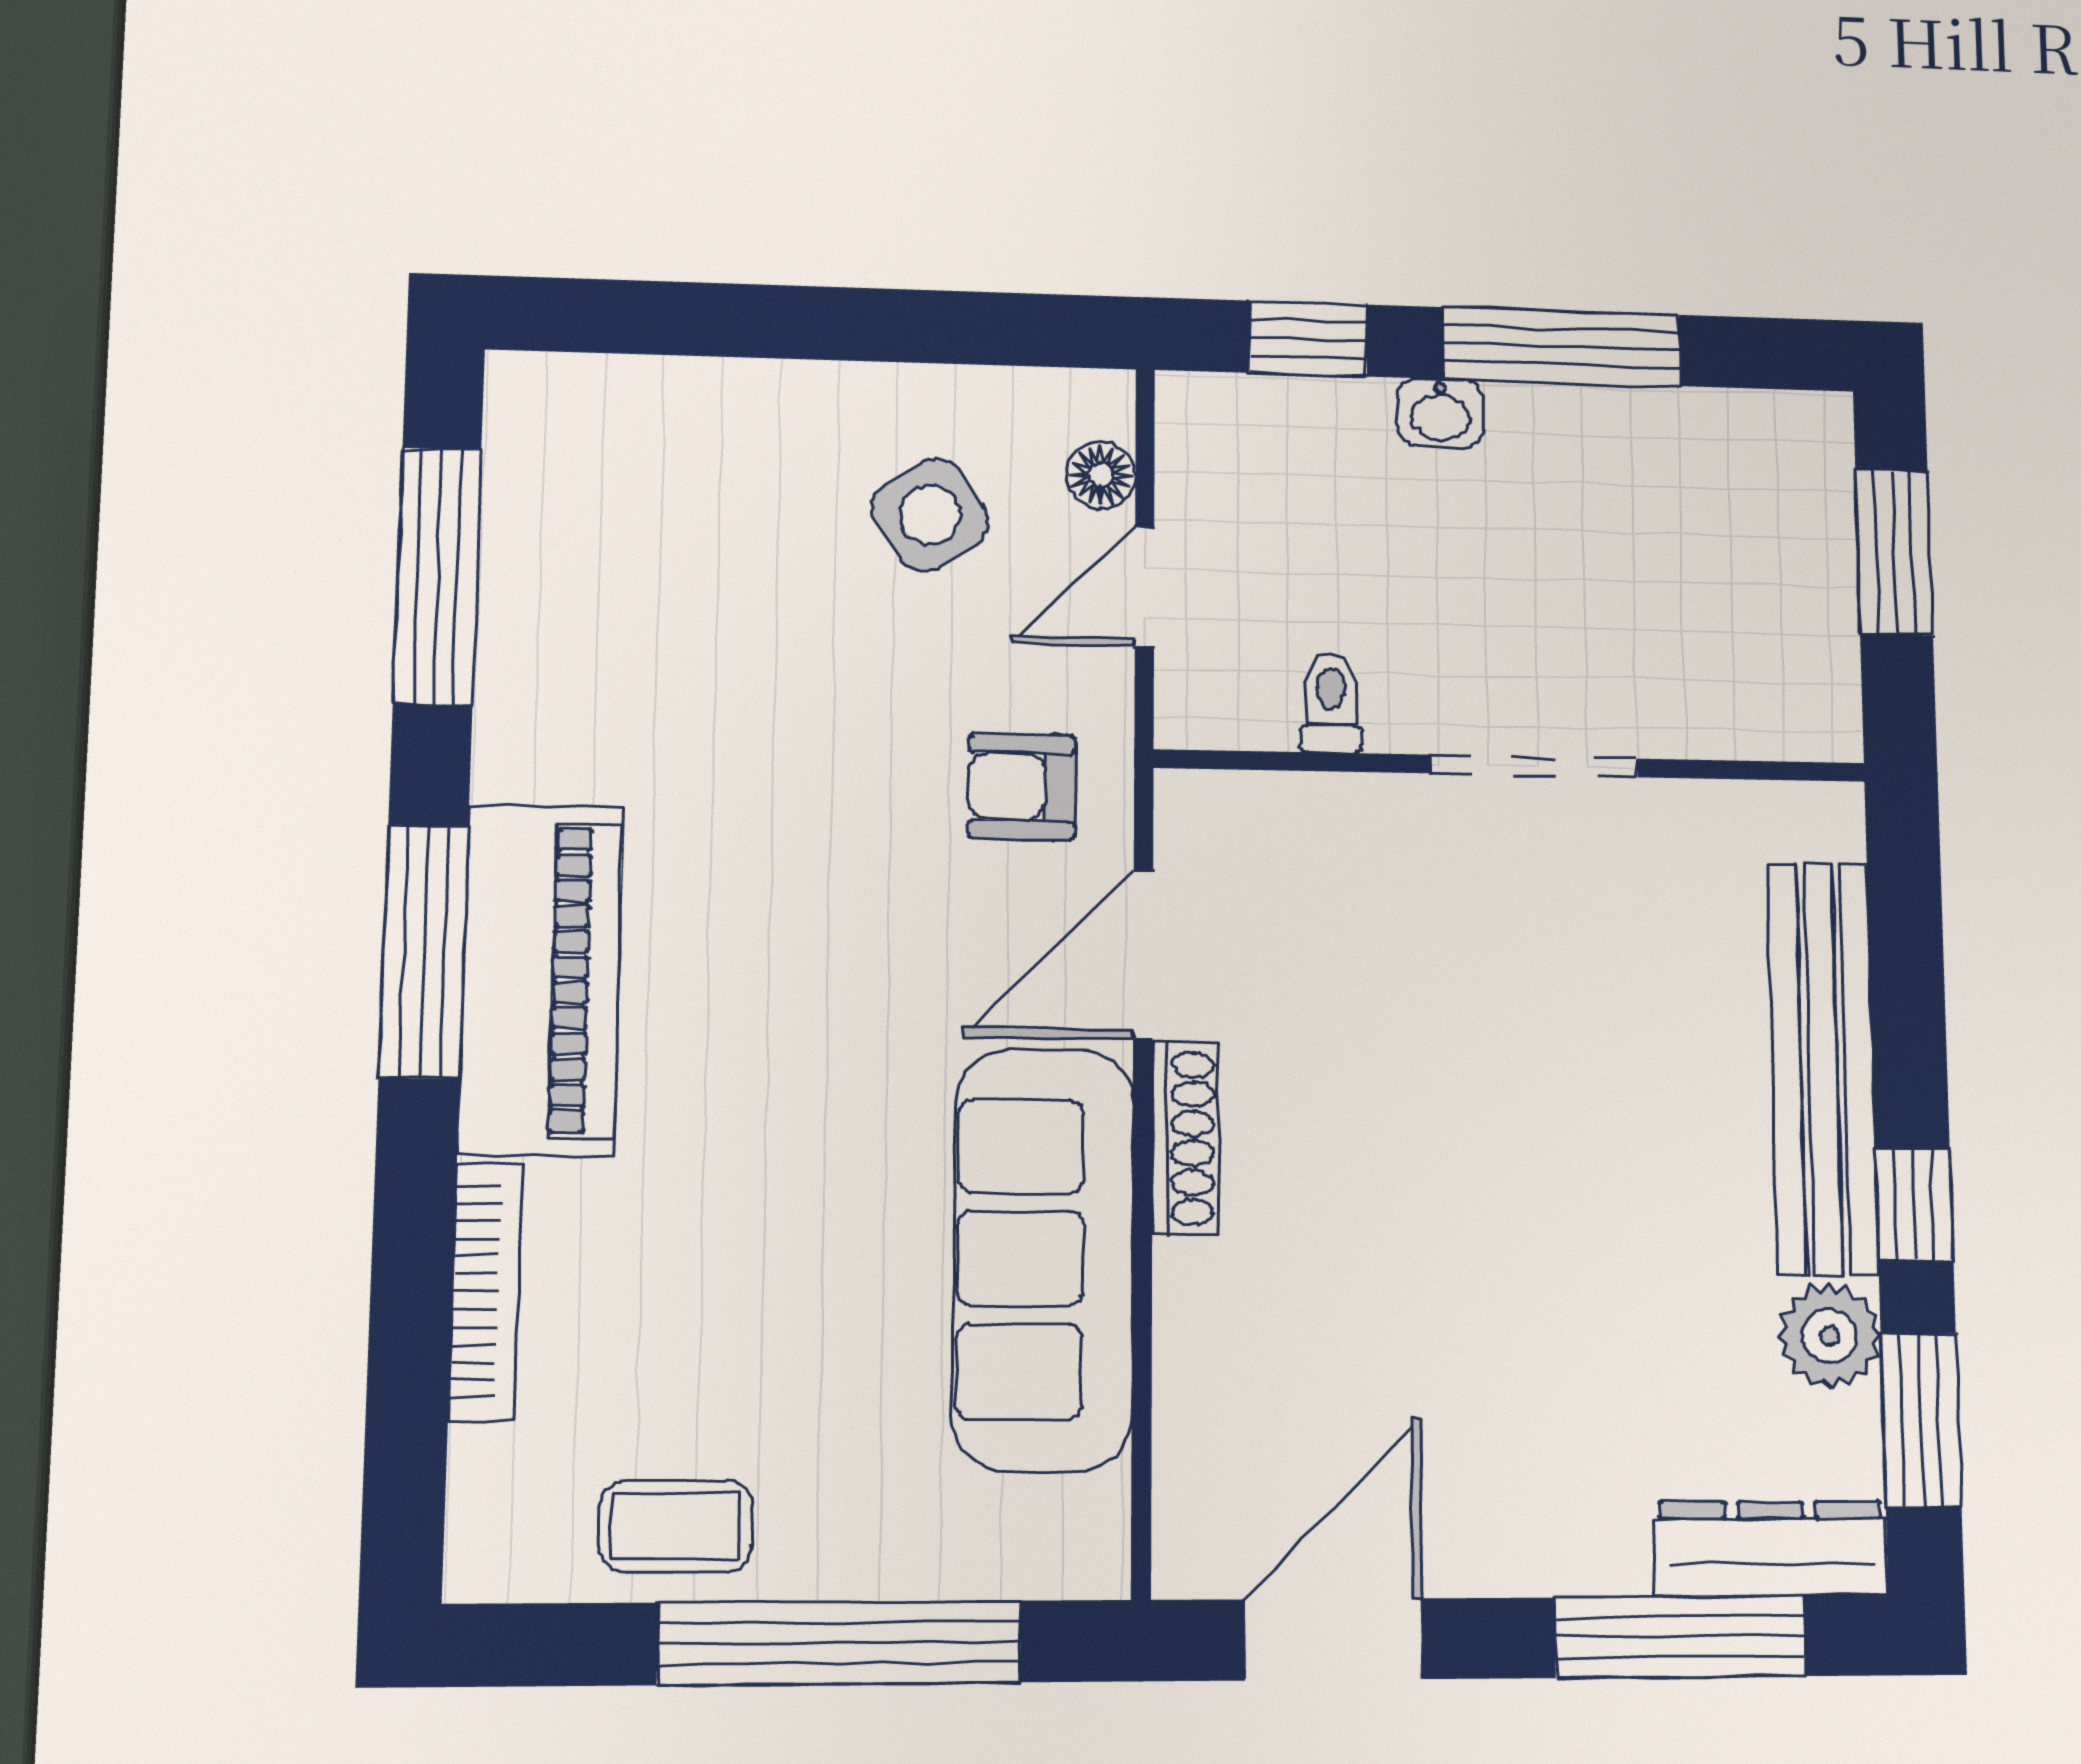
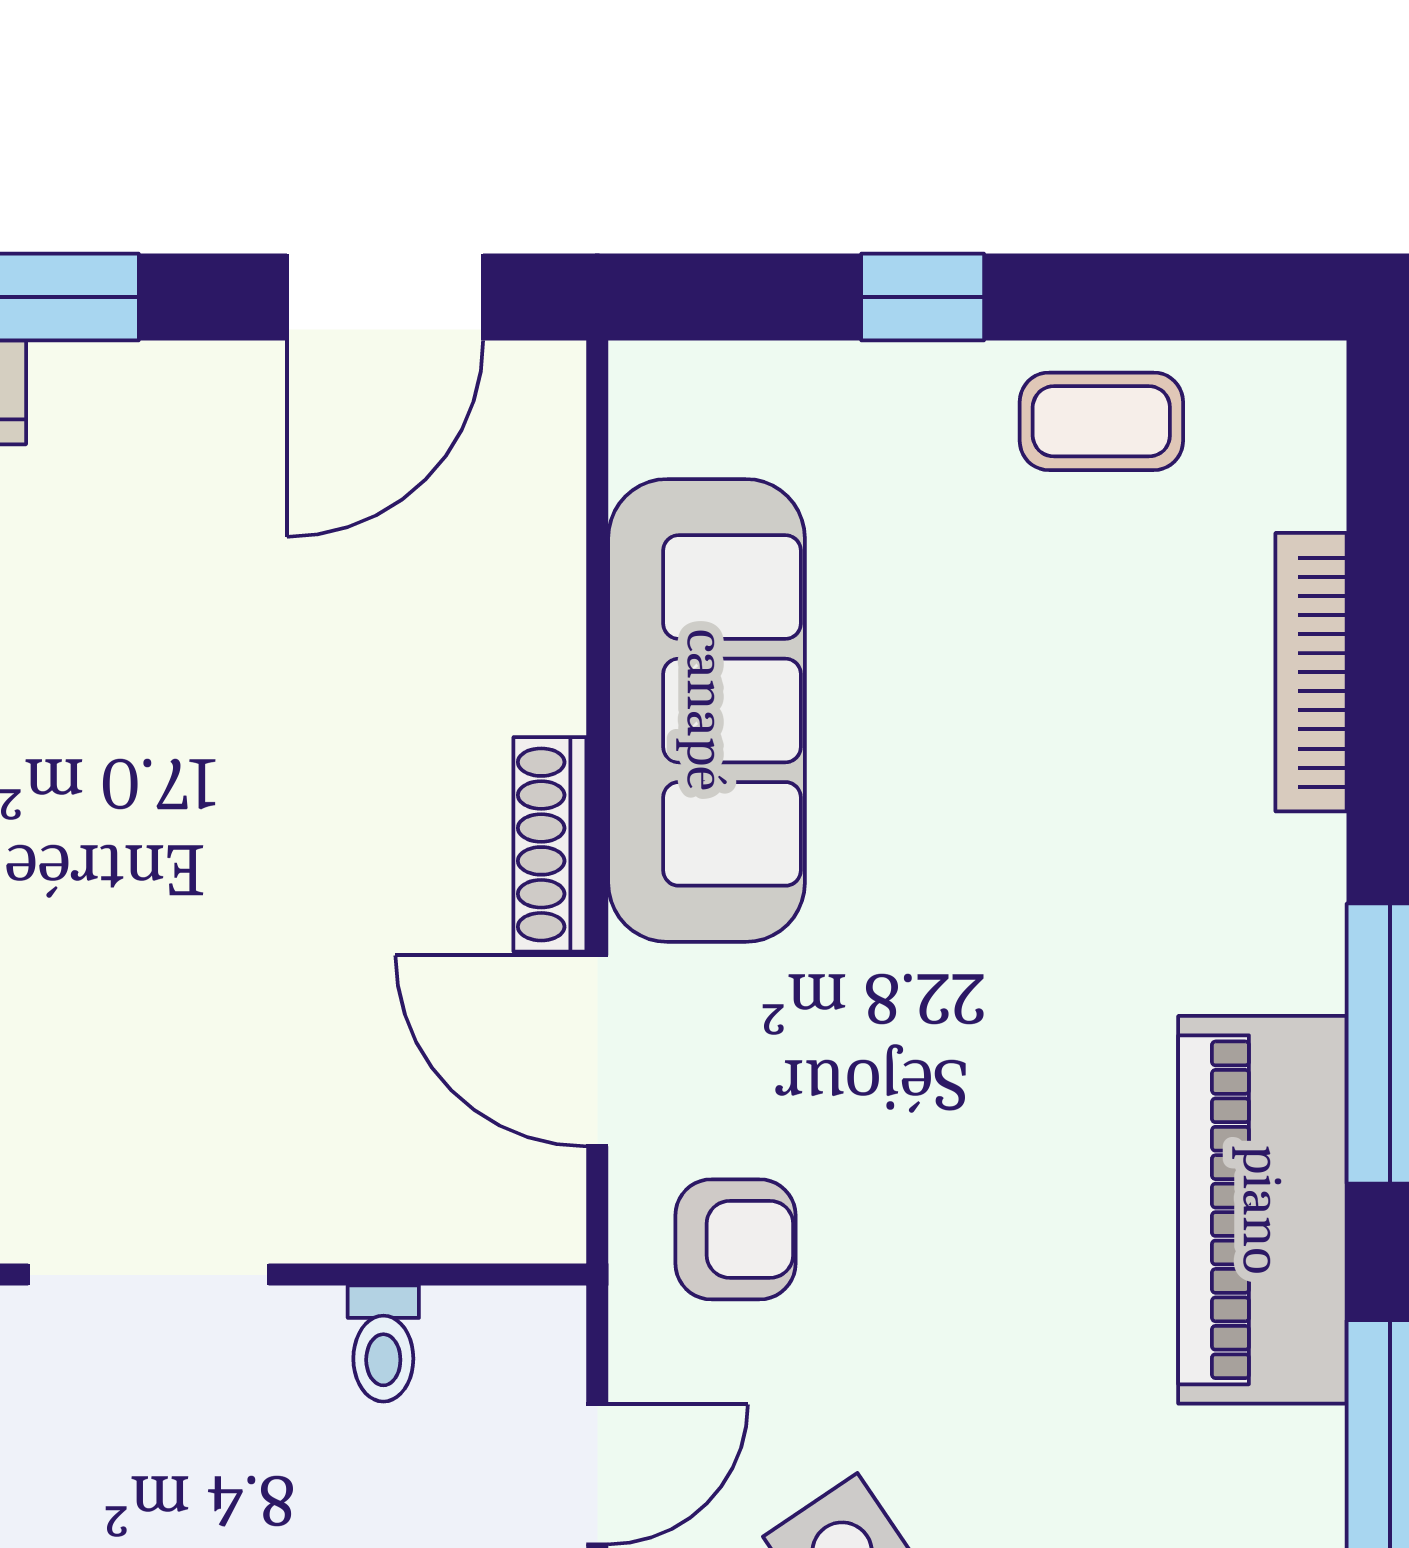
door: (1143, 954) -> (597, 1051), swing flipped
piano: (541, 979) -> (1262, 1210), moved
window: (840, 1643) -> (923, 297), width x0.32

